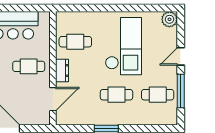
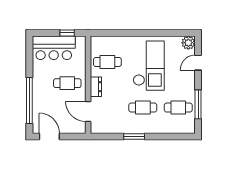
window: (29, 8) -> (67, 33), added
door: (181, 56) -> (198, 63), moved
door: (53, 99) -> (88, 111), swing flipped

